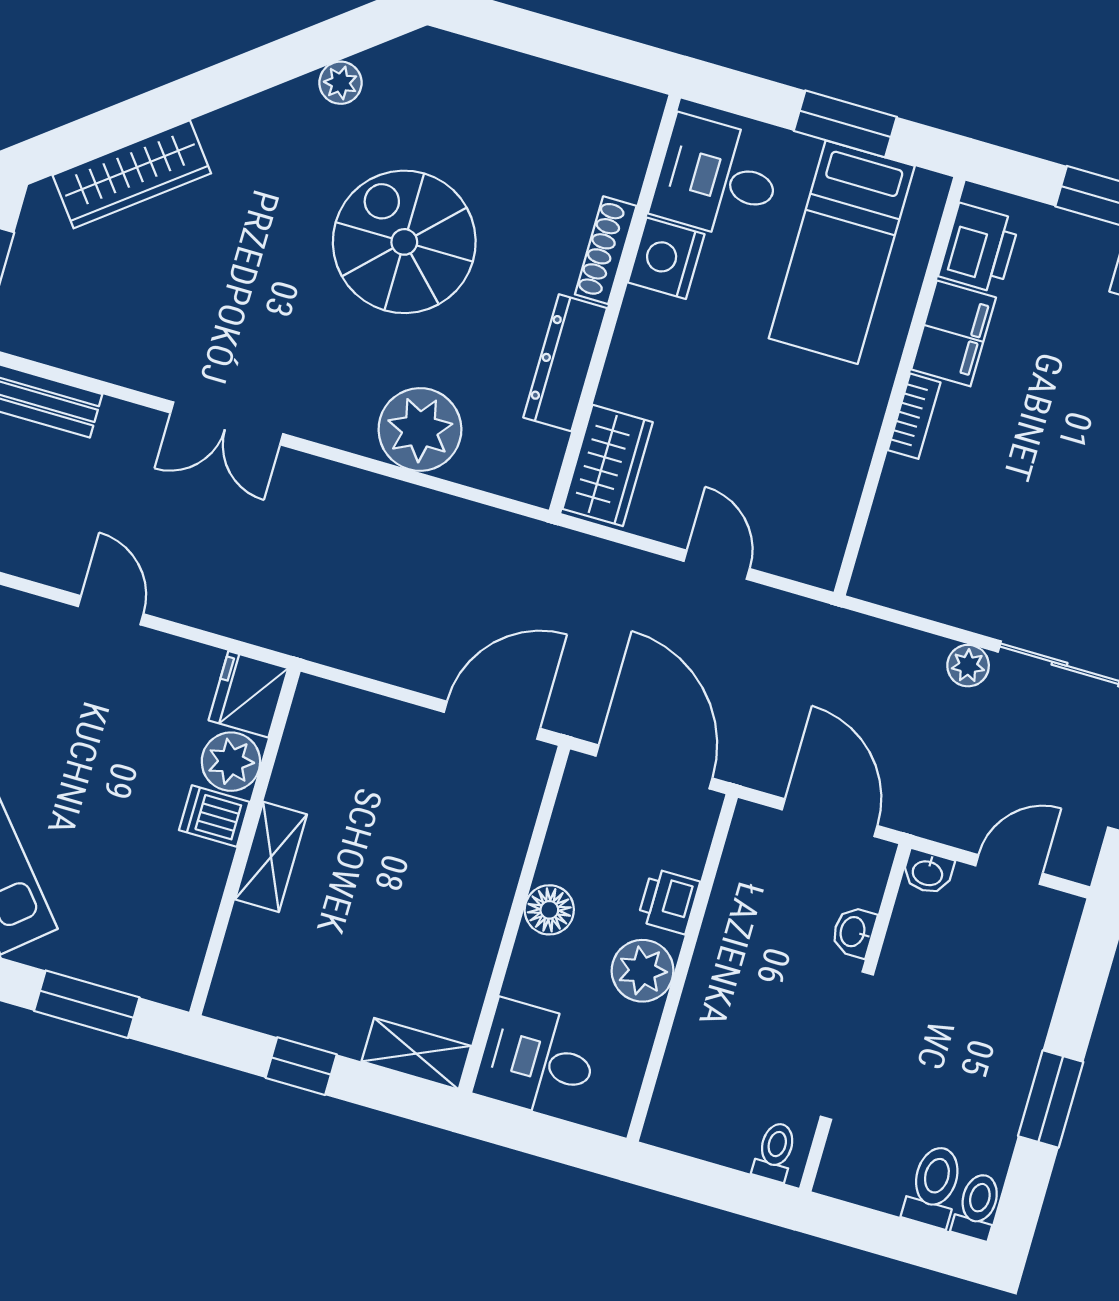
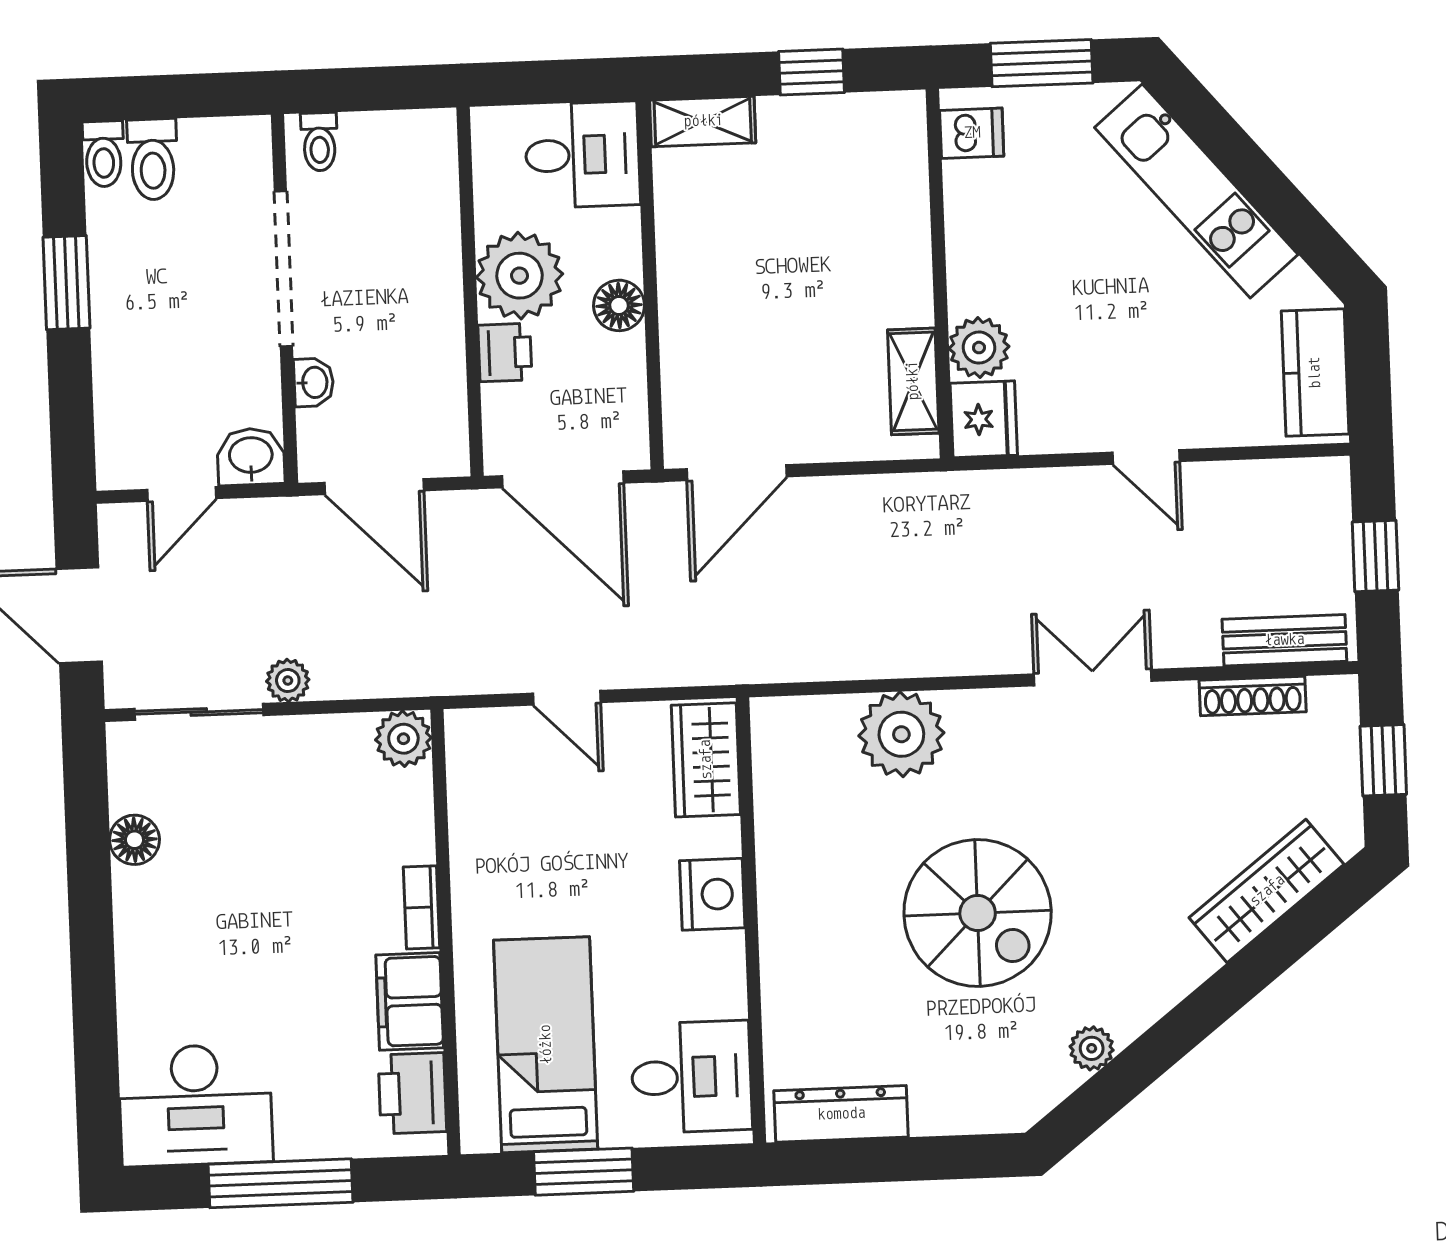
shoe rack: (606, 250) -> (1253, 696), moved, turned 90
nightstand: (666, 258) -> (712, 894), moved
dresser: (565, 363) -> (841, 1114), moved, turned -90
plant: (879, 577) -> (403, 739), added
dishwasher: (214, 816) -> (972, 133), moved
shelving: (271, 857) -> (913, 381), moved
washbasin: (928, 872) -> (251, 457), width x1.38, depth x1.45
plant: (643, 971) -> (520, 276), width x1.36, depth x1.36

